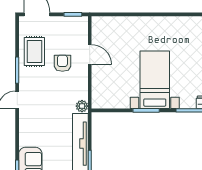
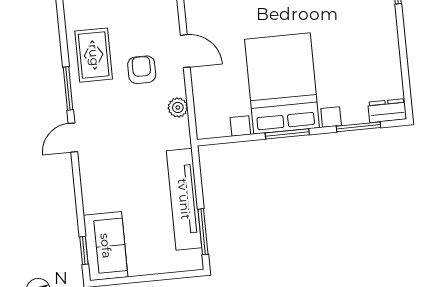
bed with nightstands: (155, 80) -> (282, 83), width x1.36
plant: (82, 106) -> (178, 108), moved

